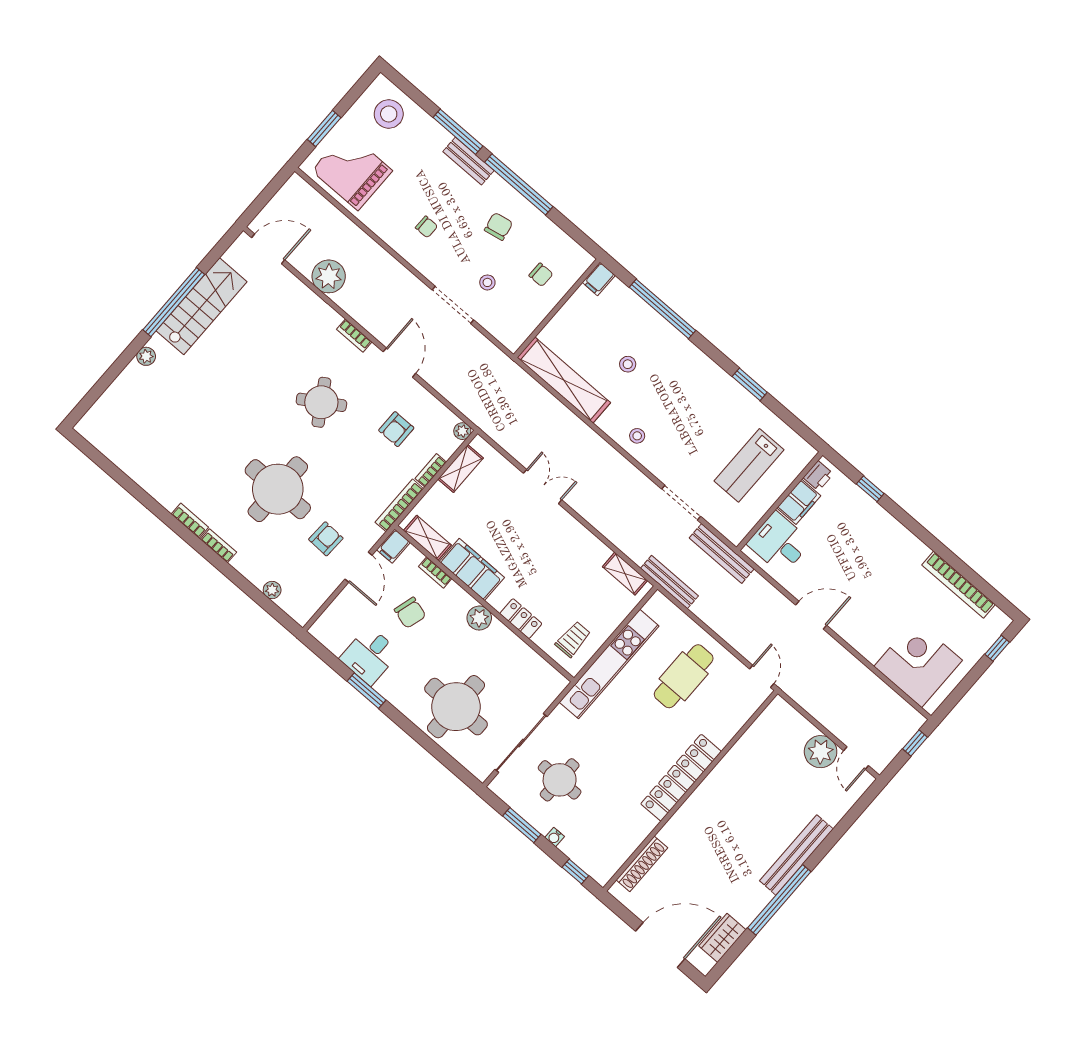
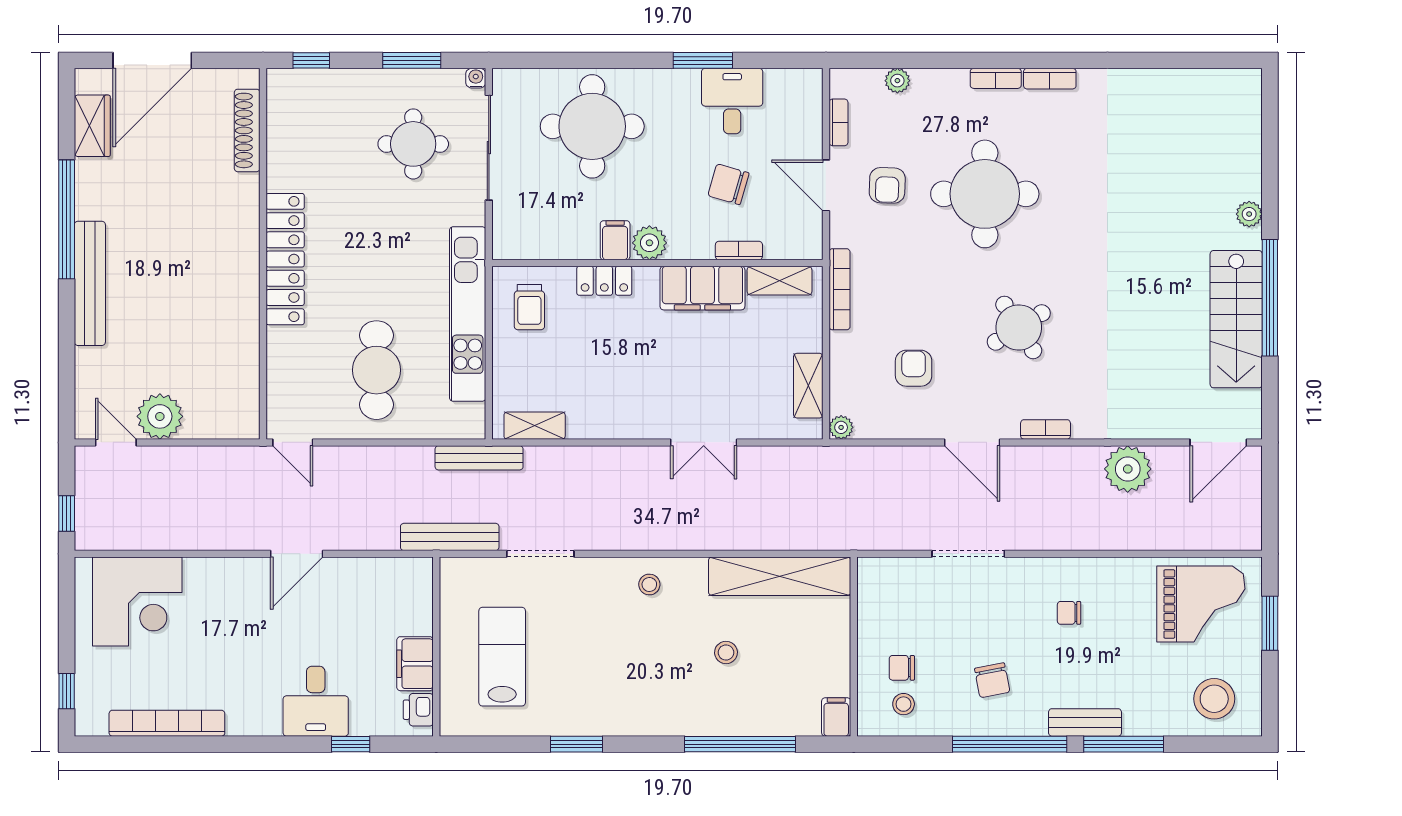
stool: (487, 282) -> (904, 704), moved
bookcase: (431, 470) -> (838, 122), moved
desk: (779, 543) -> (316, 701), moved, turned 90
filing cabinet: (393, 546) -> (615, 240), moved
water cooler: (555, 837) -> (476, 78), moved

